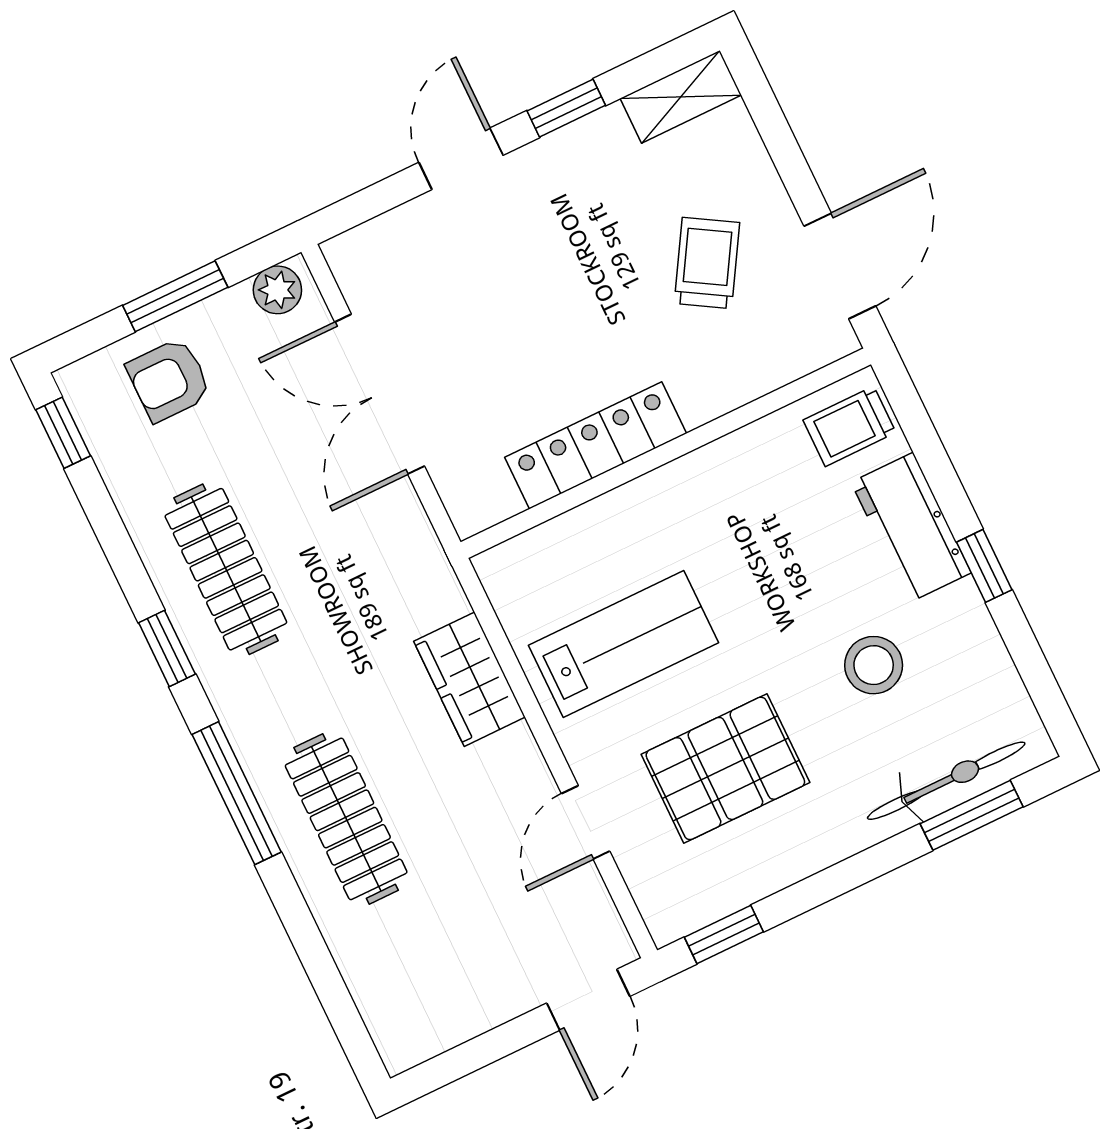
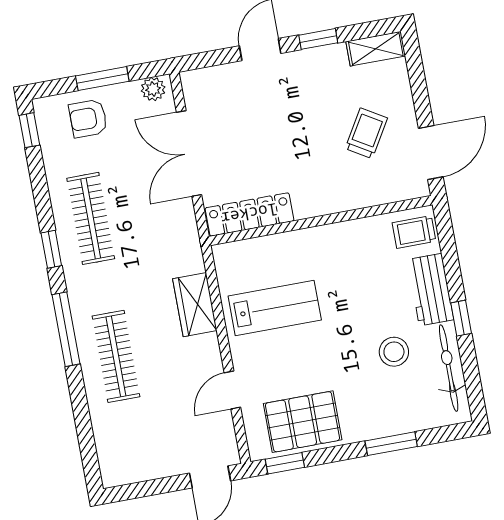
locker: (596, 445) -> (249, 214), moved
pallet: (725, 768) -> (303, 422), moved
bicycle: (946, 781) -> (449, 368), moved, turned -90
window: (972, 815) -> (391, 444), moved

